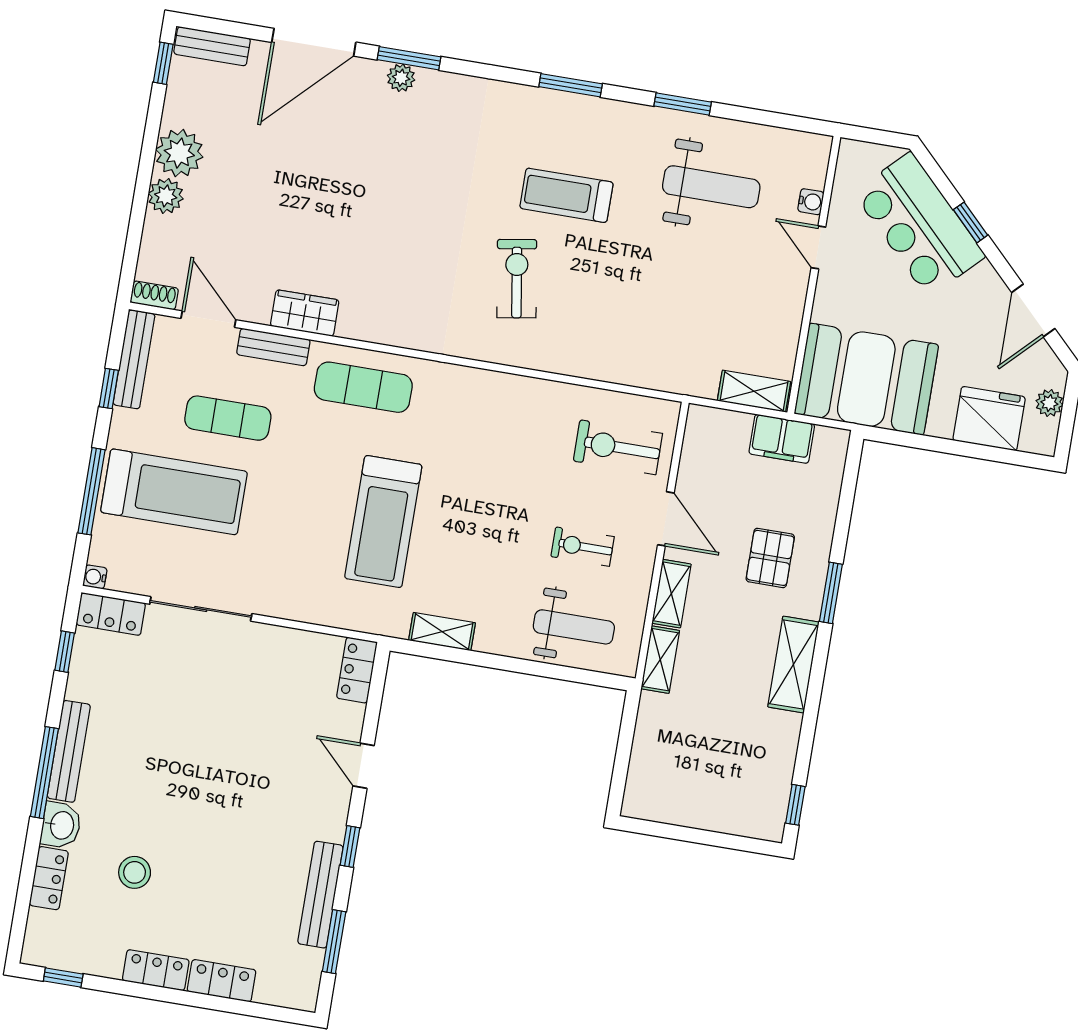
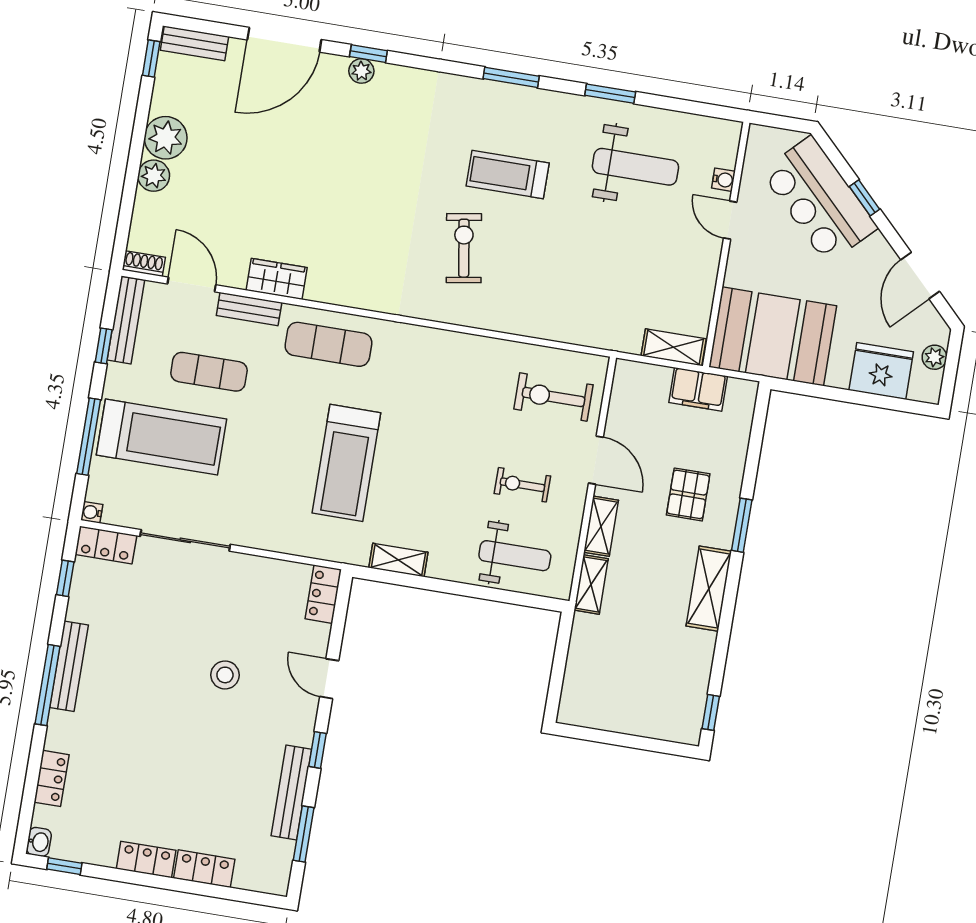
window: (409, 58) -> (368, 54), width x0.67
washbasin: (61, 825) -> (39, 842), moved, width x0.72, depth x0.69
stool: (135, 872) -> (225, 675), moved

